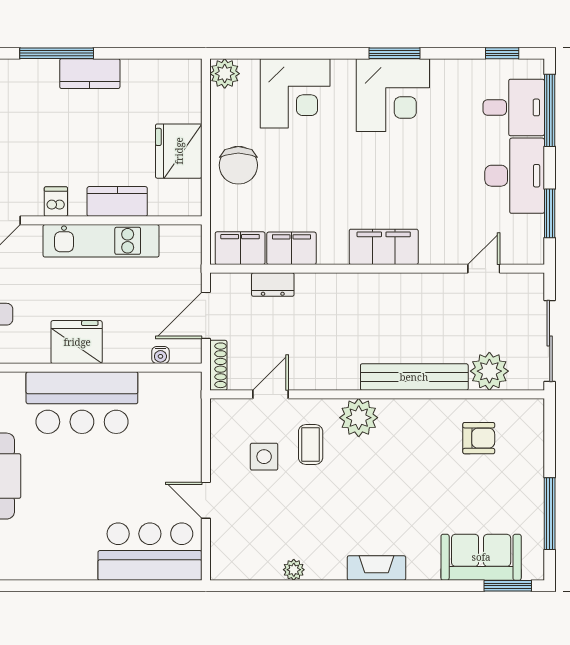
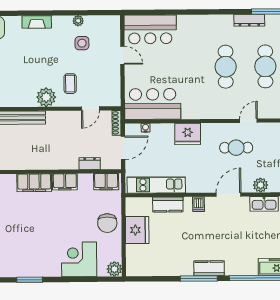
kitchen counter: (90, 74) -> (209, 268), moved
corner desk: (393, 95) -> (30, 259), removed
chair: (238, 165) -> (107, 223), turned 180
kitchen unit: (101, 241) -> (156, 185), moved
filing cabinet: (291, 248) -> (65, 182), moved
bar counter: (82, 403) -> (153, 104), moved
side table: (264, 457) -> (82, 43), moved

